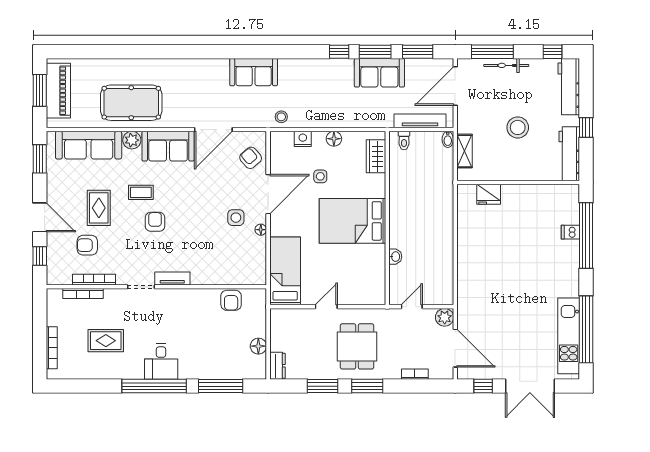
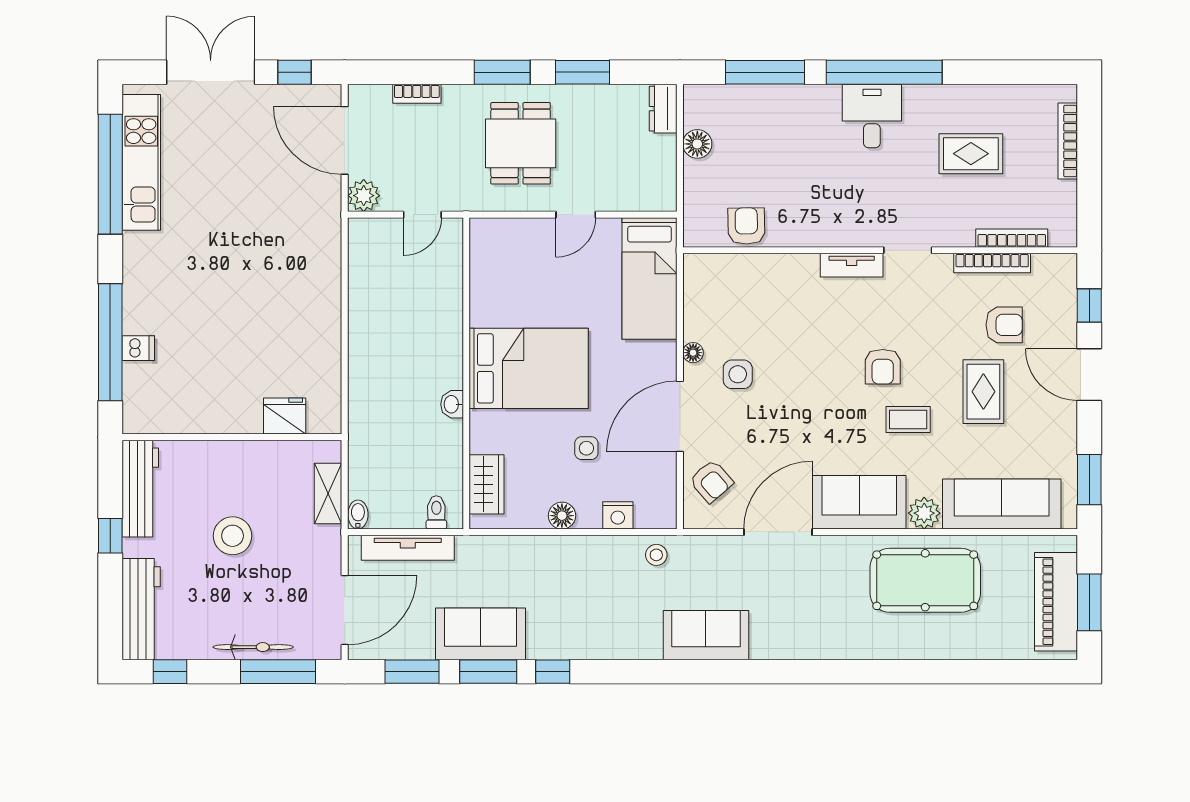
washbasin: (395, 257) -> (452, 404), moved

